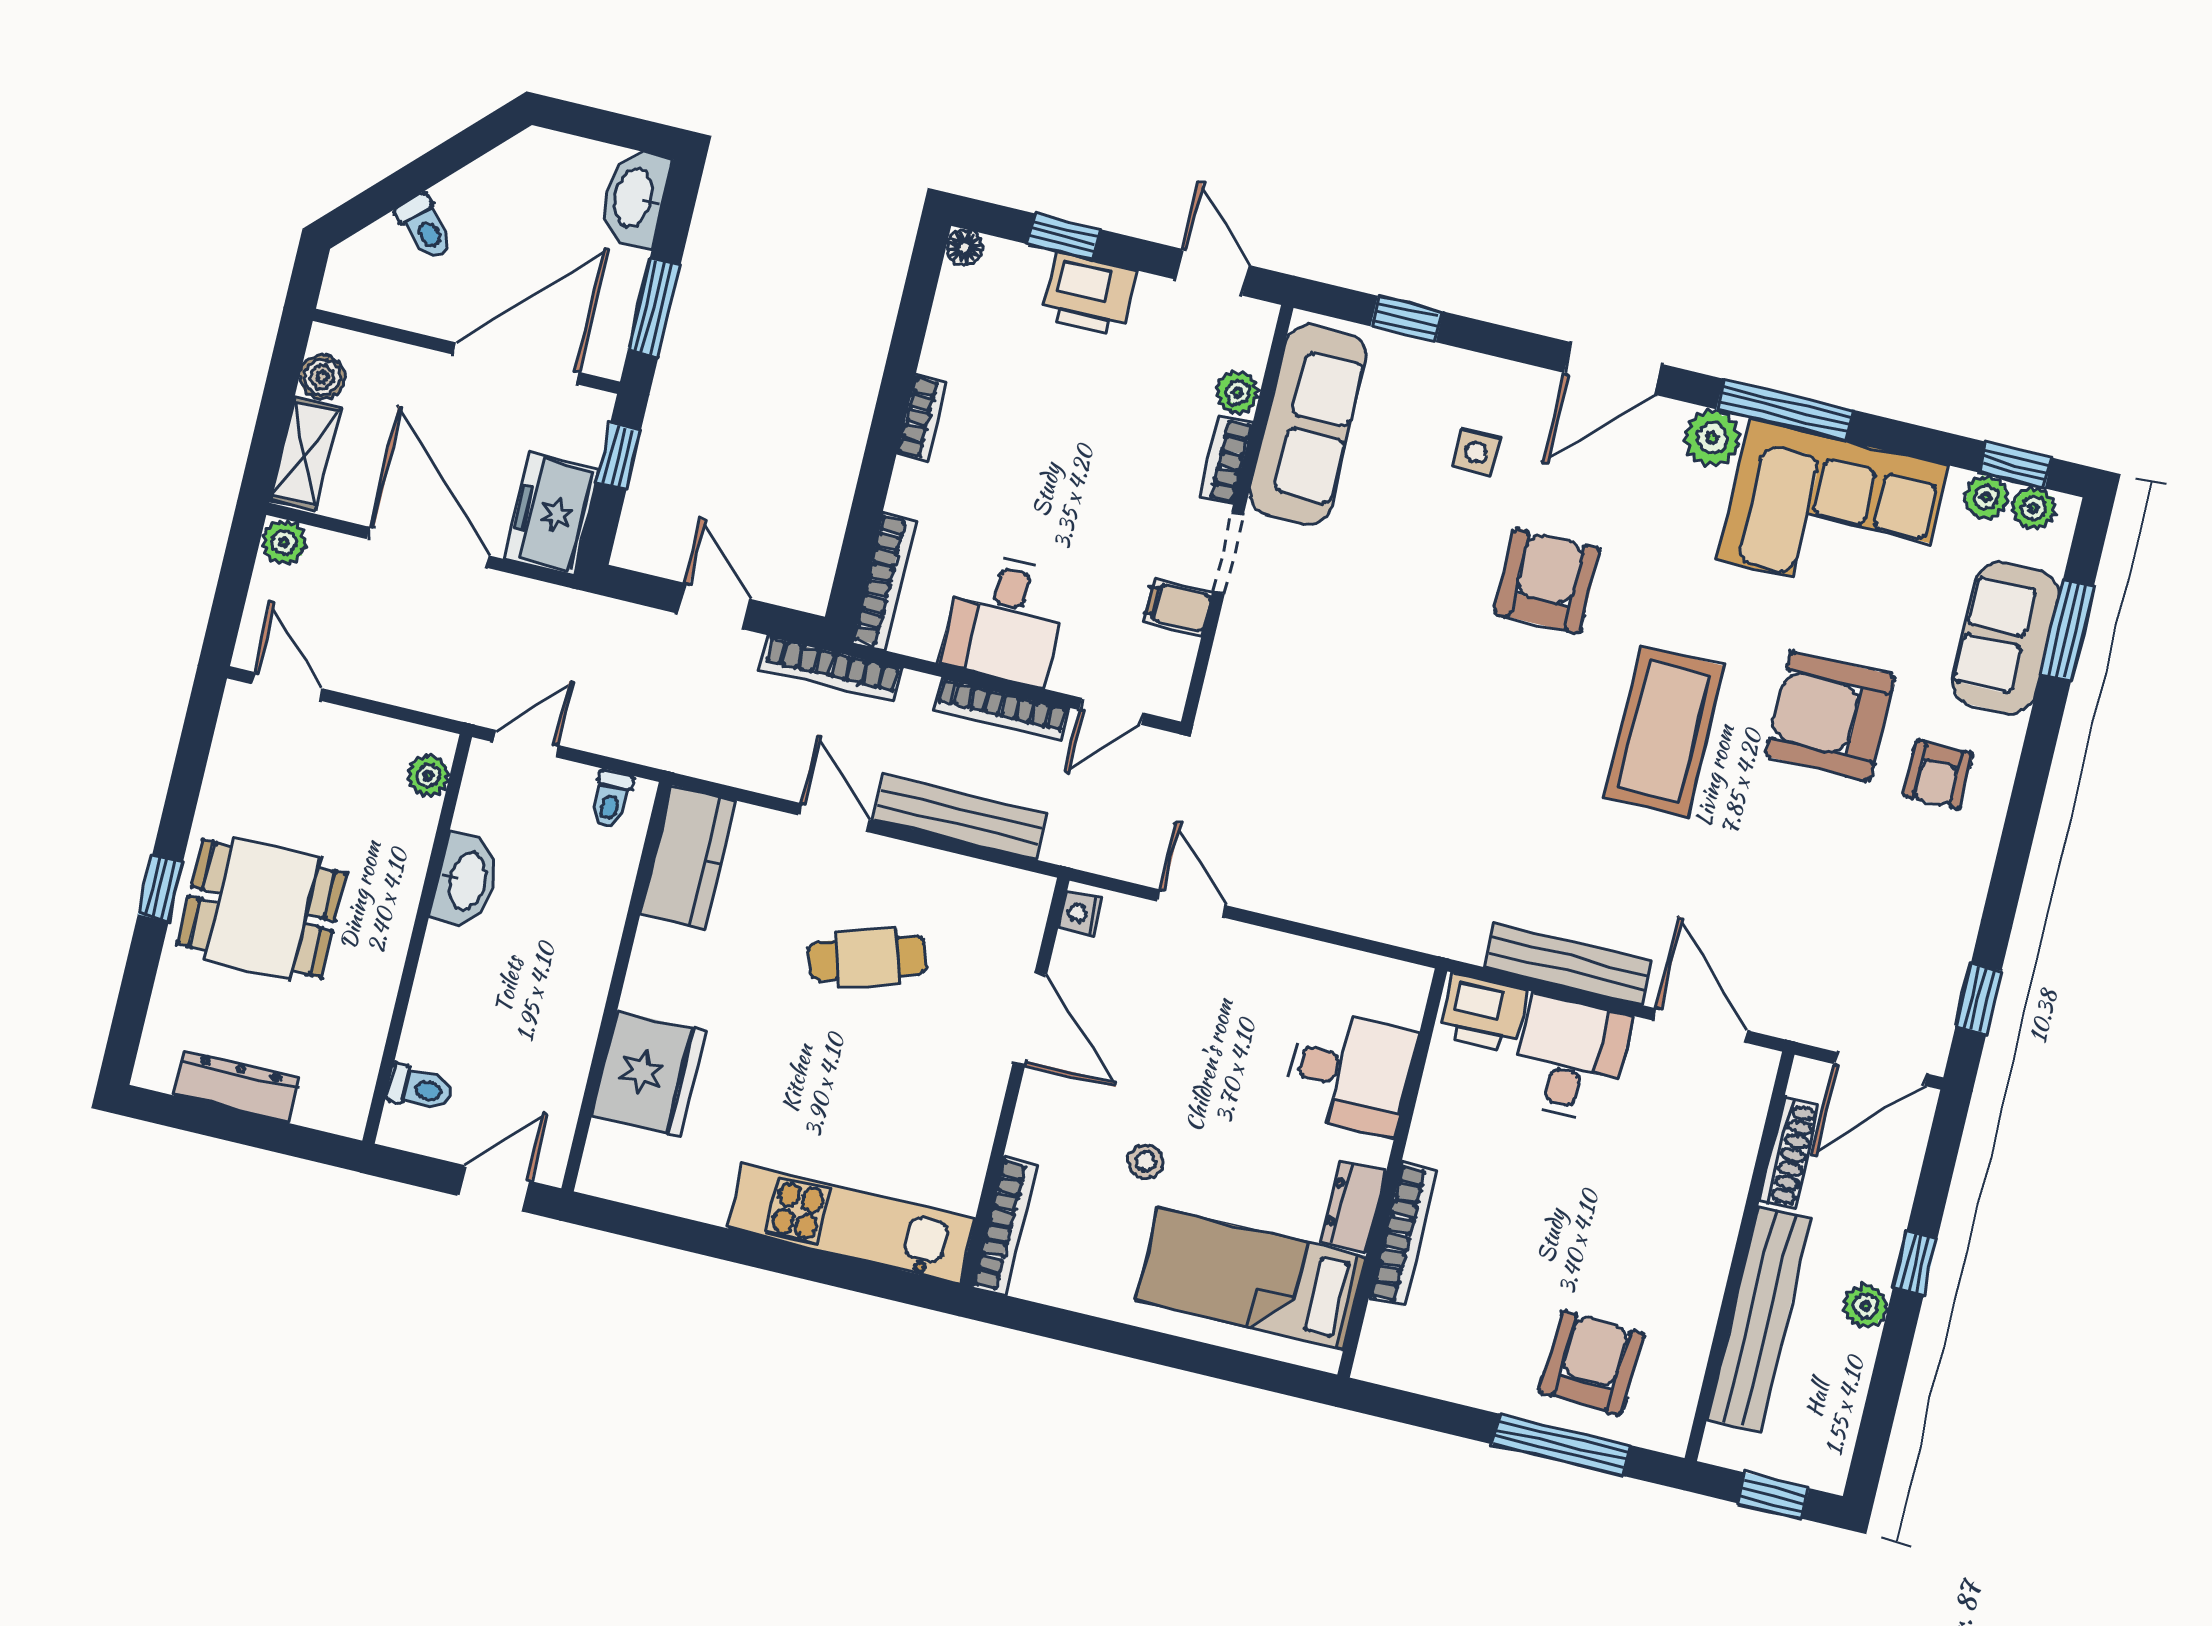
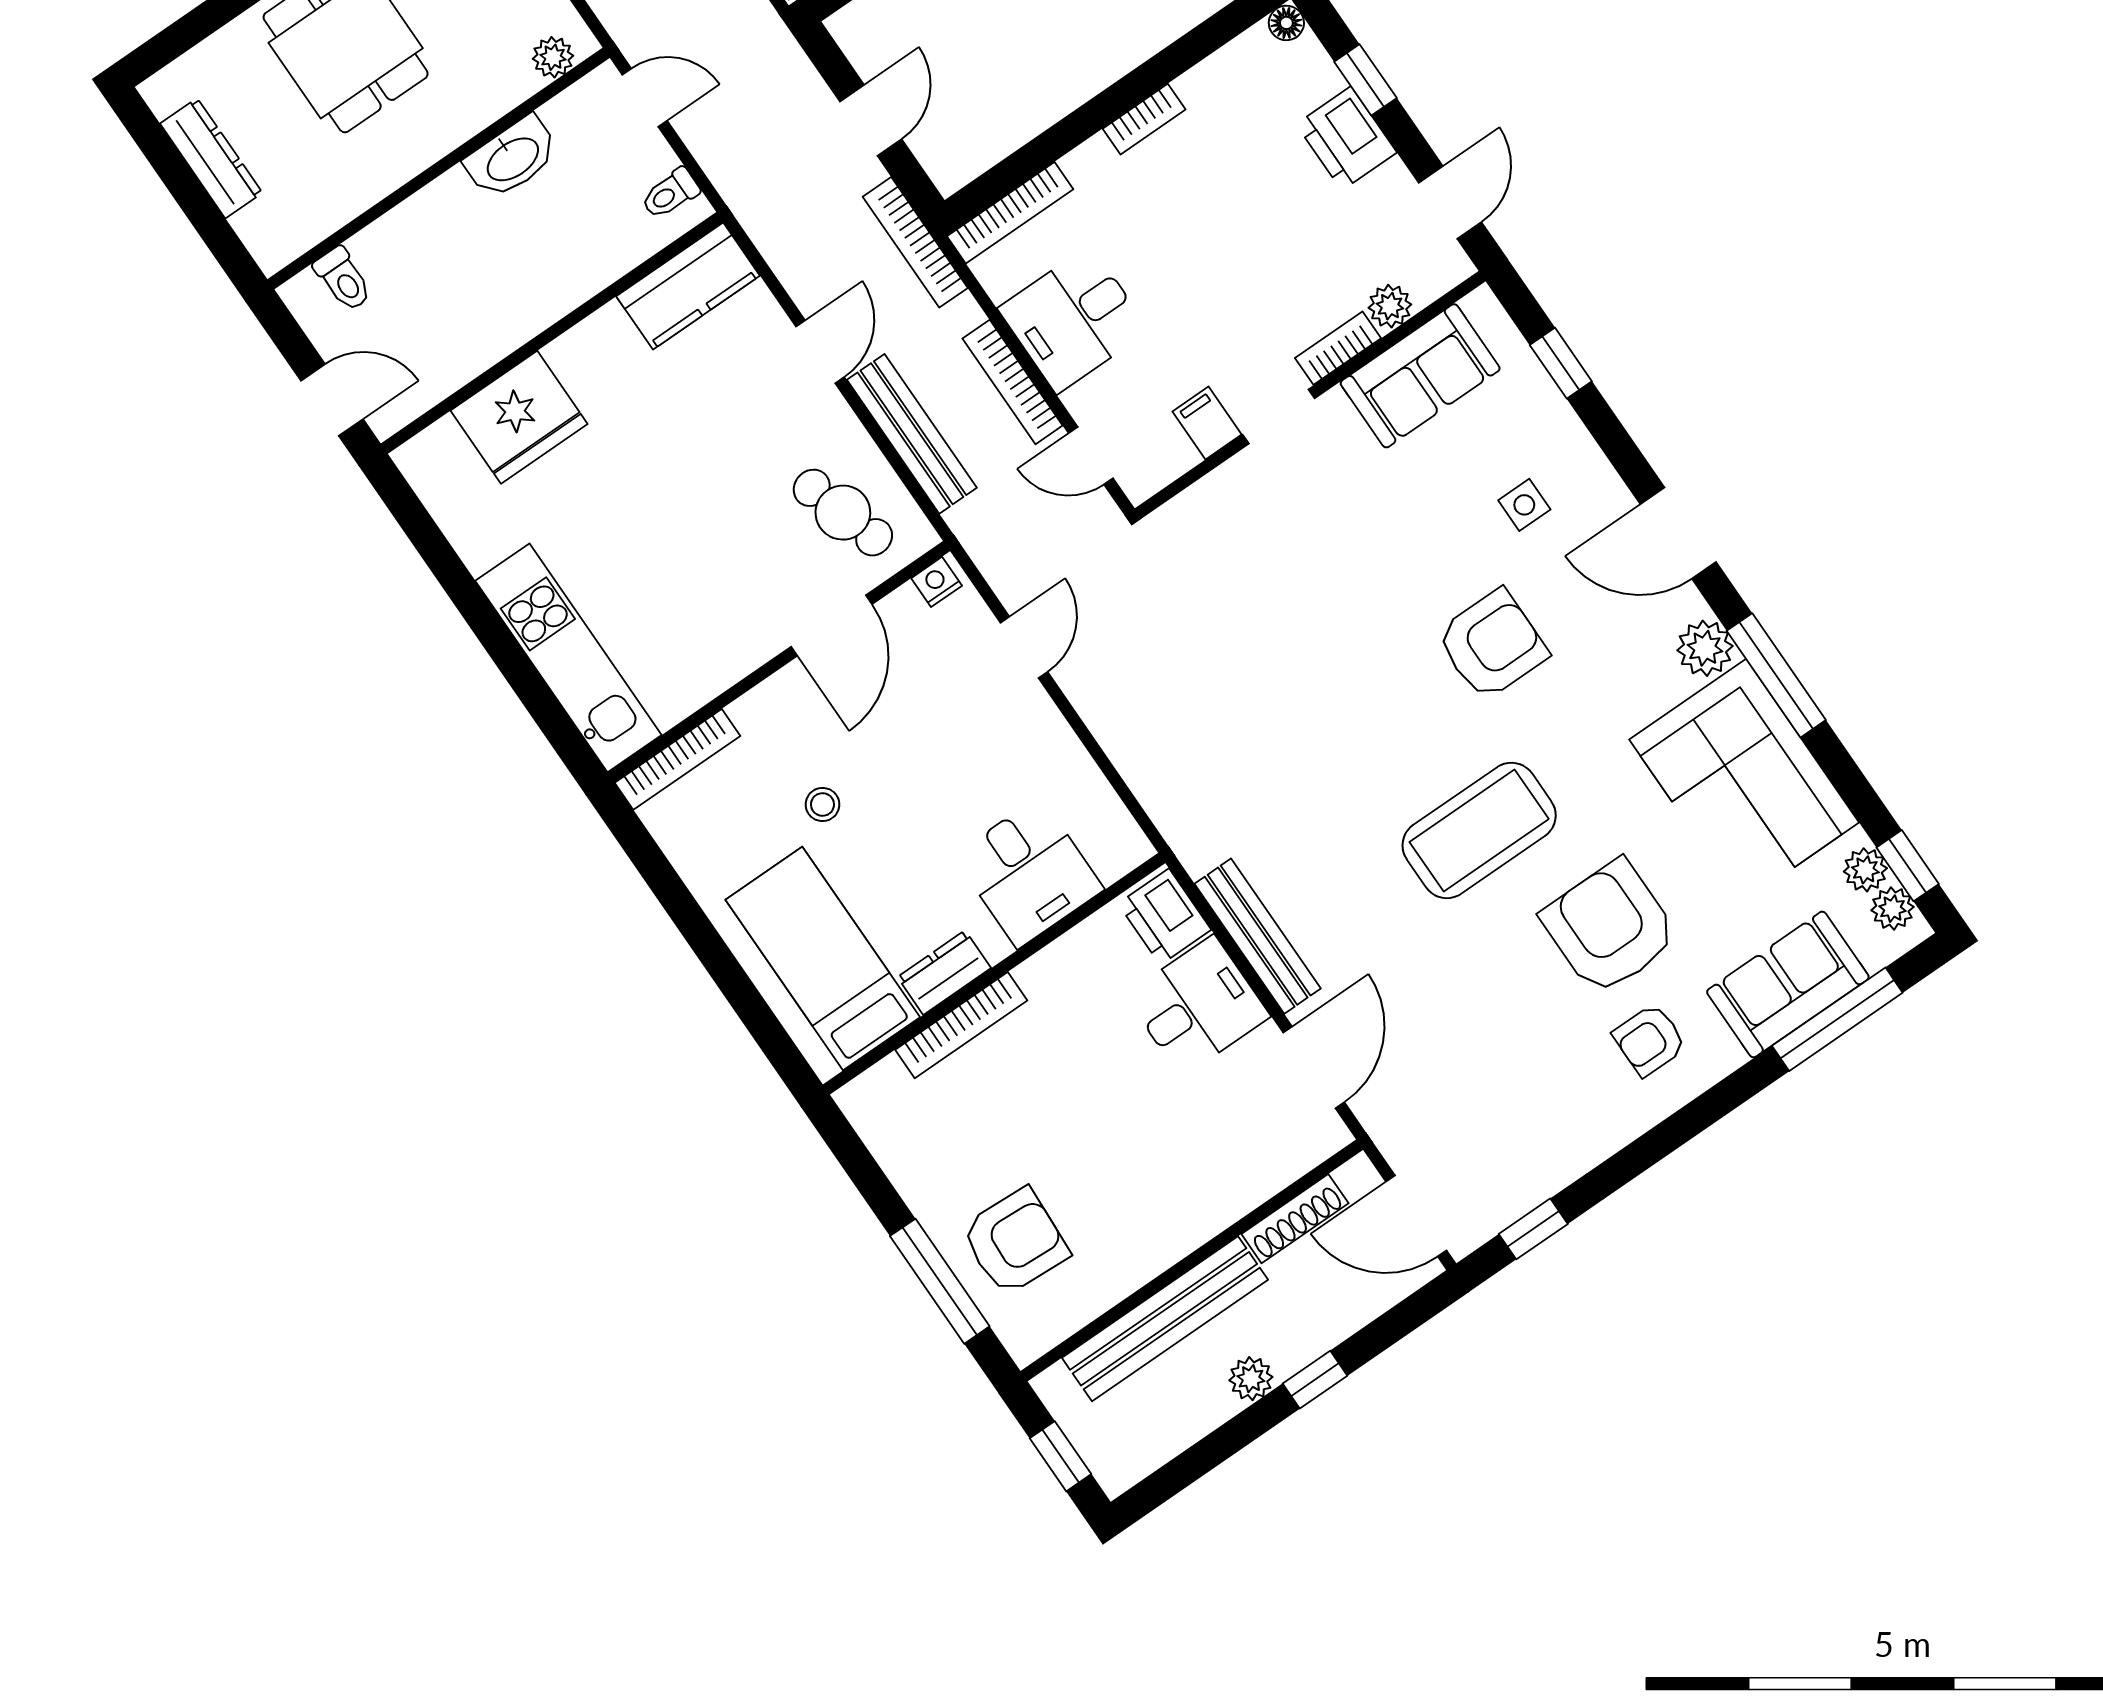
sofa: (1308, 425) -> (1420, 376), width x0.73
window: (2067, 630) -> (1837, 1019), width x1.44
cafe table: (868, 958) -> (843, 513), moved

